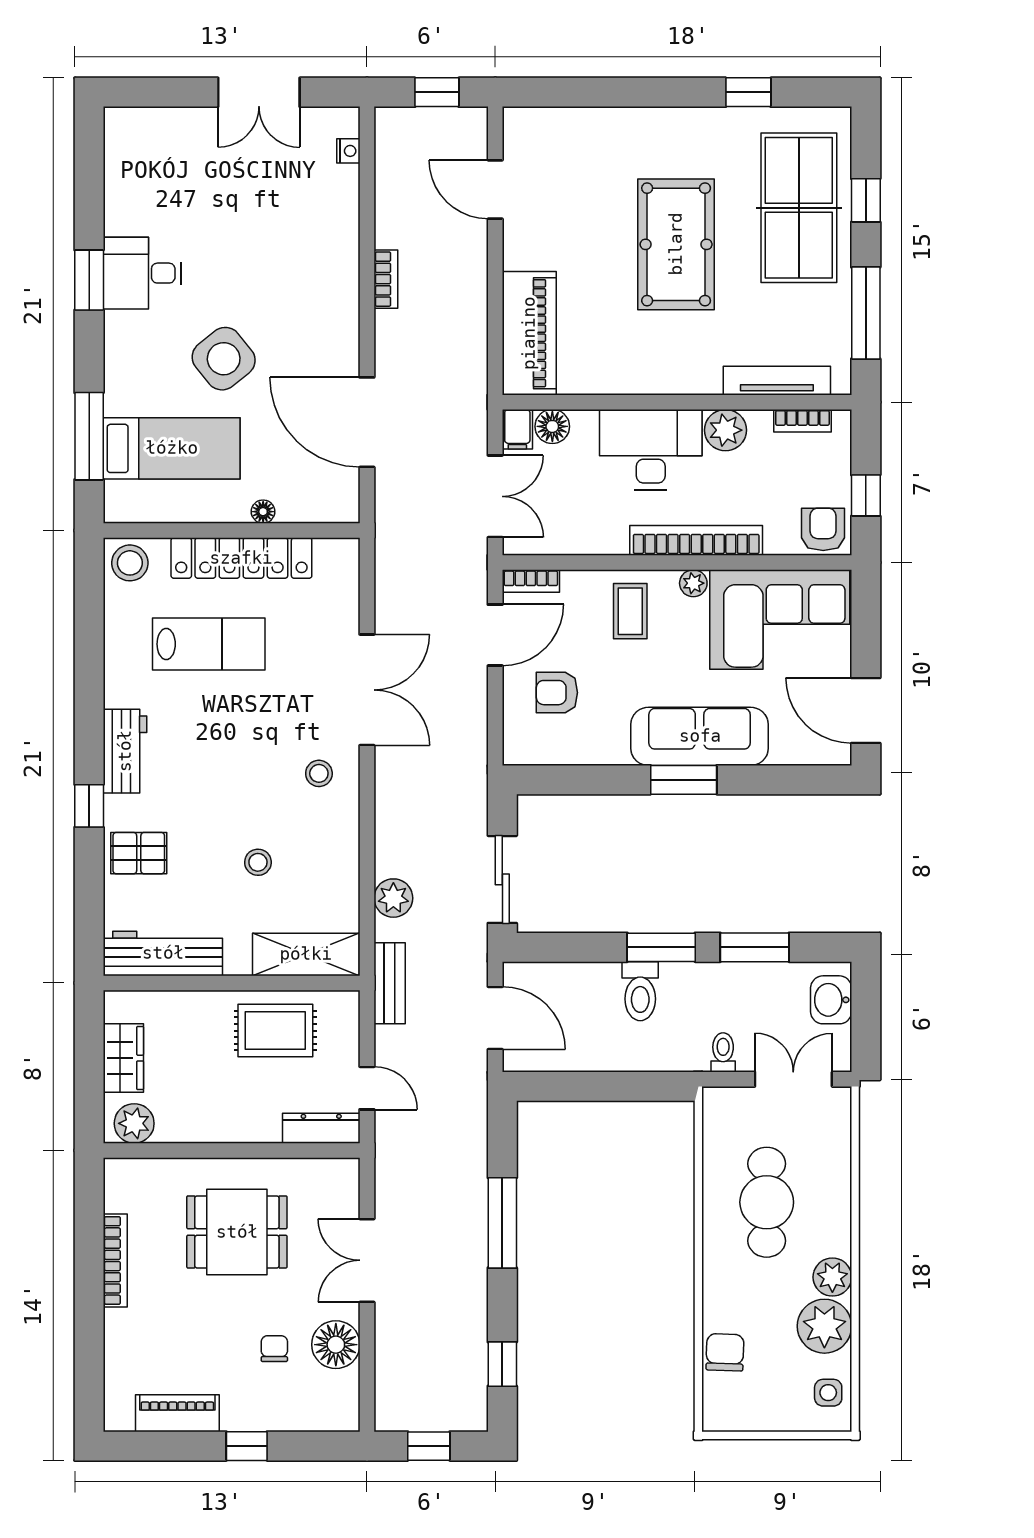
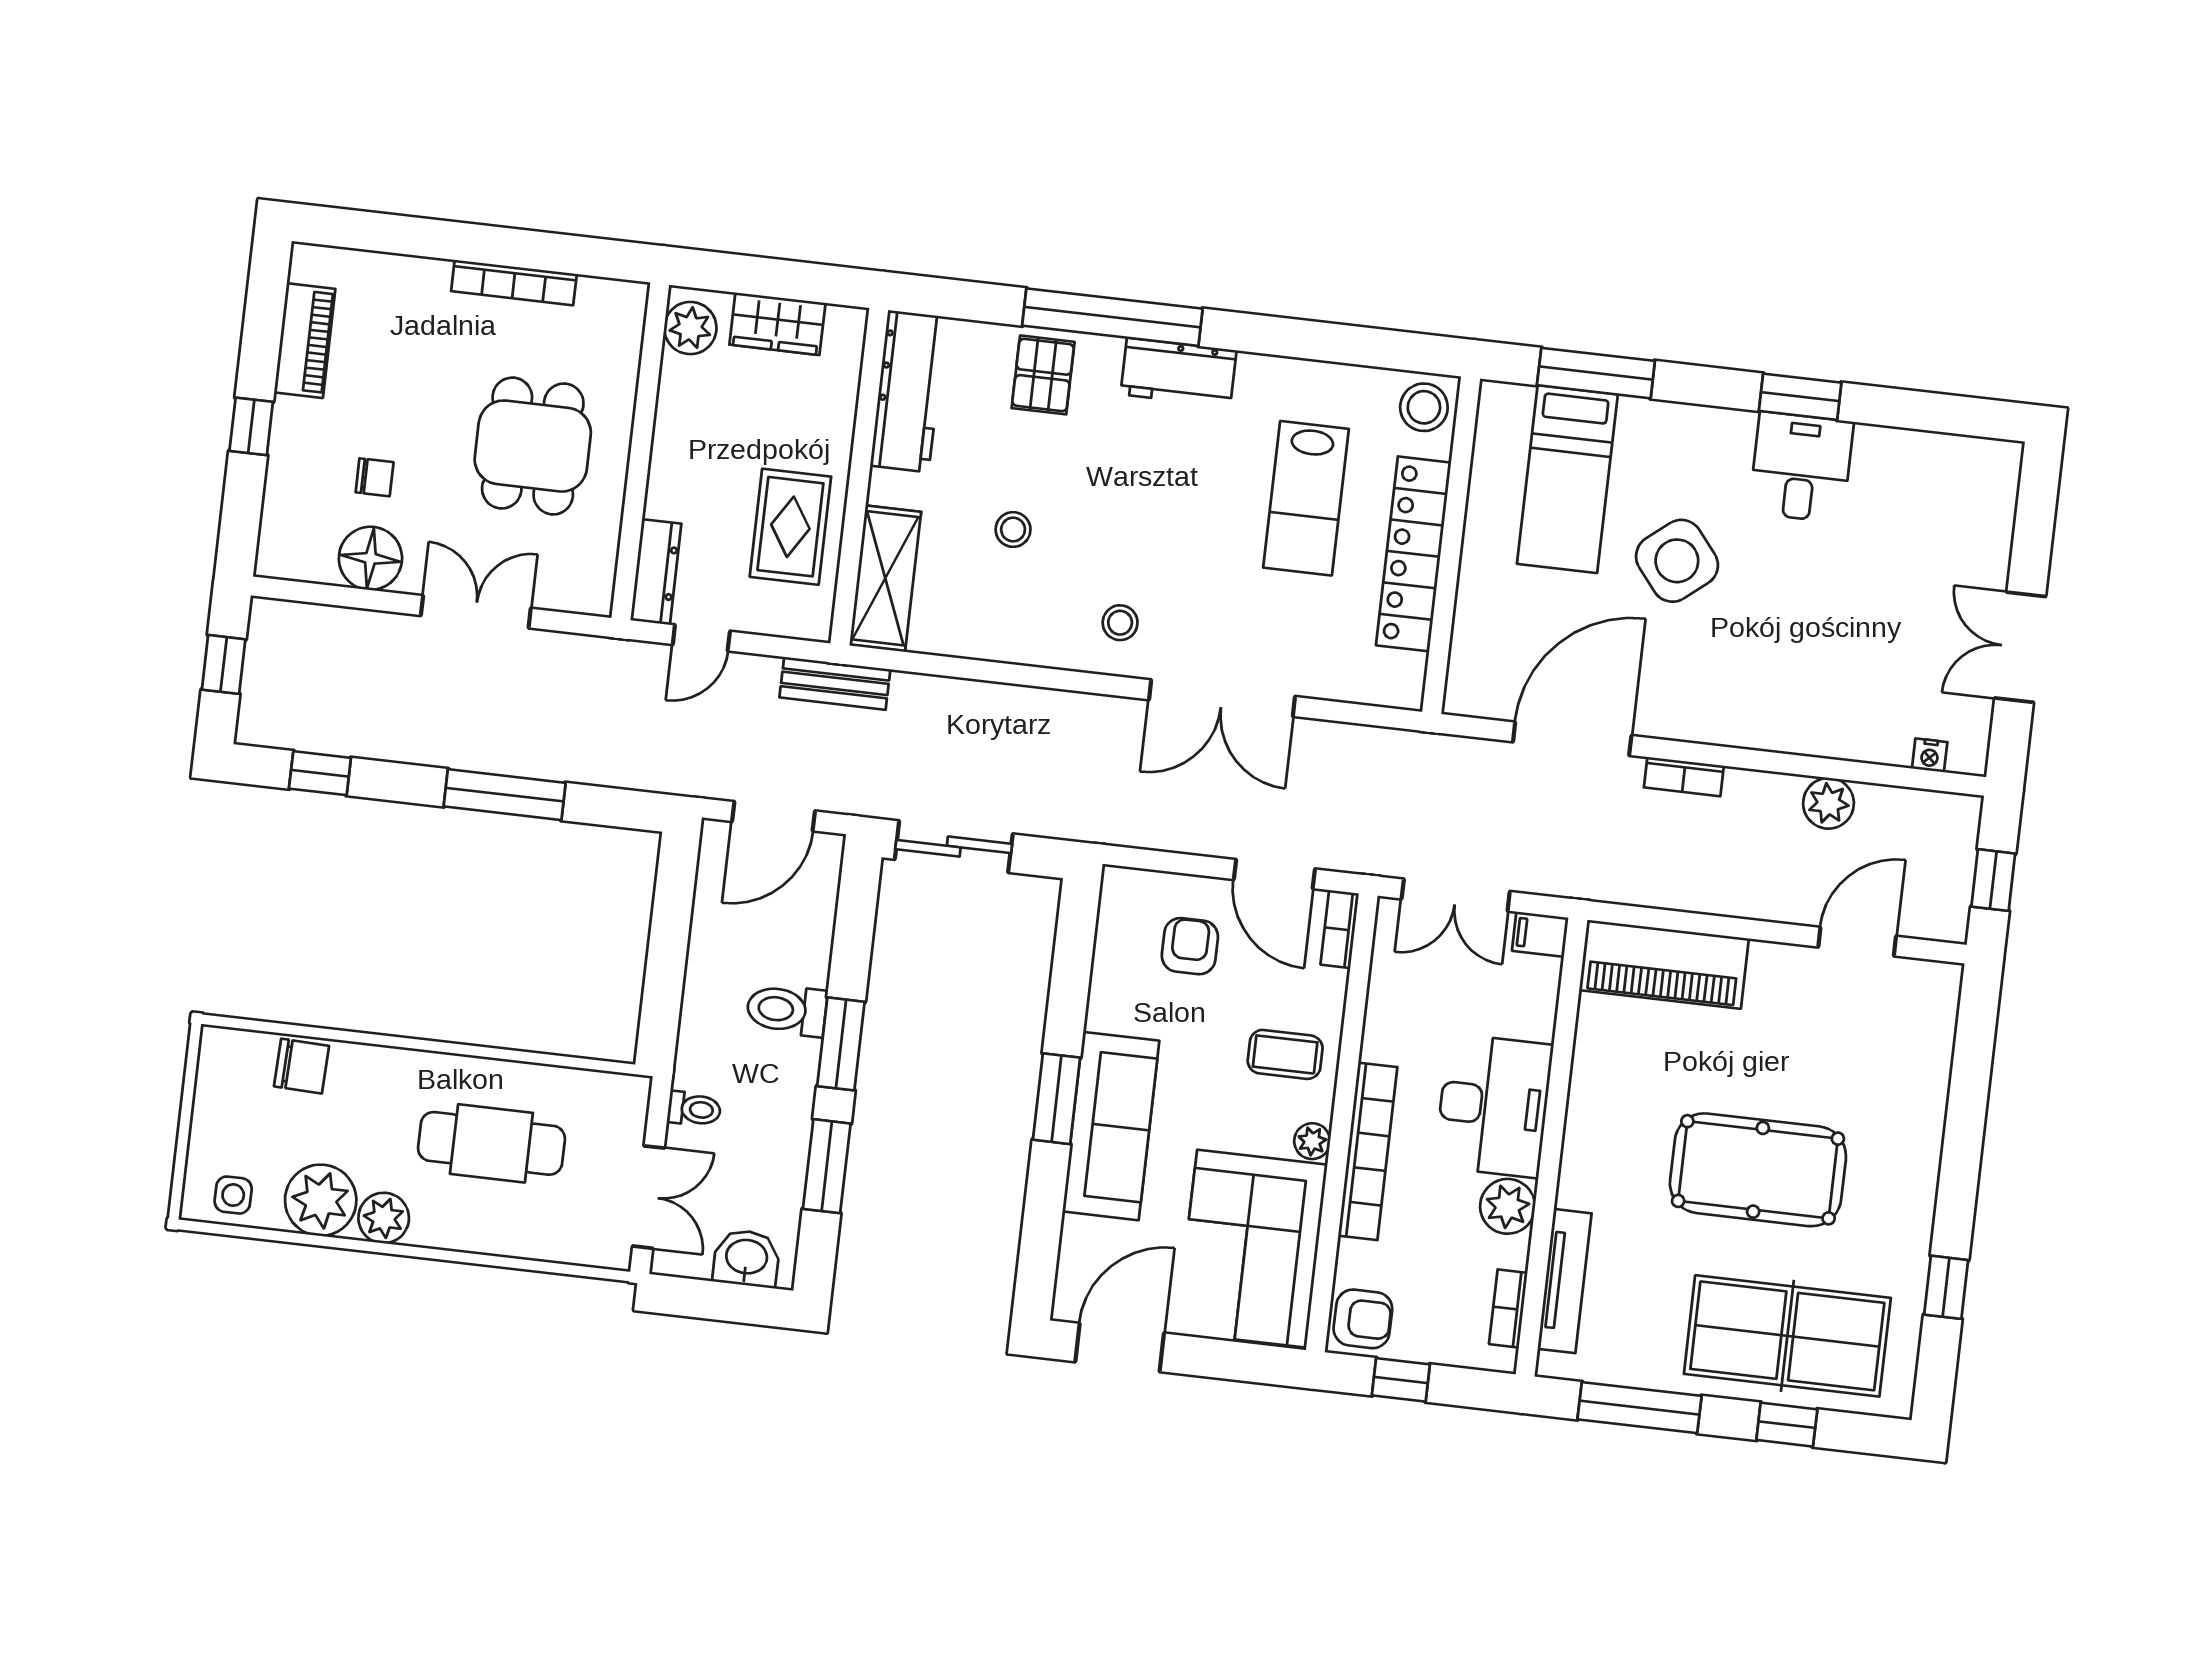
bookcase: (386, 279) -> (1684, 777), moved
floor lamp: (552, 426) -> (1539, 980), removed
floor lamp: (263, 512) -> (1471, 589), removed
window: (89, 806) -> (1112, 317), width x3.17
plant: (393, 898) -> (1828, 803), moved

